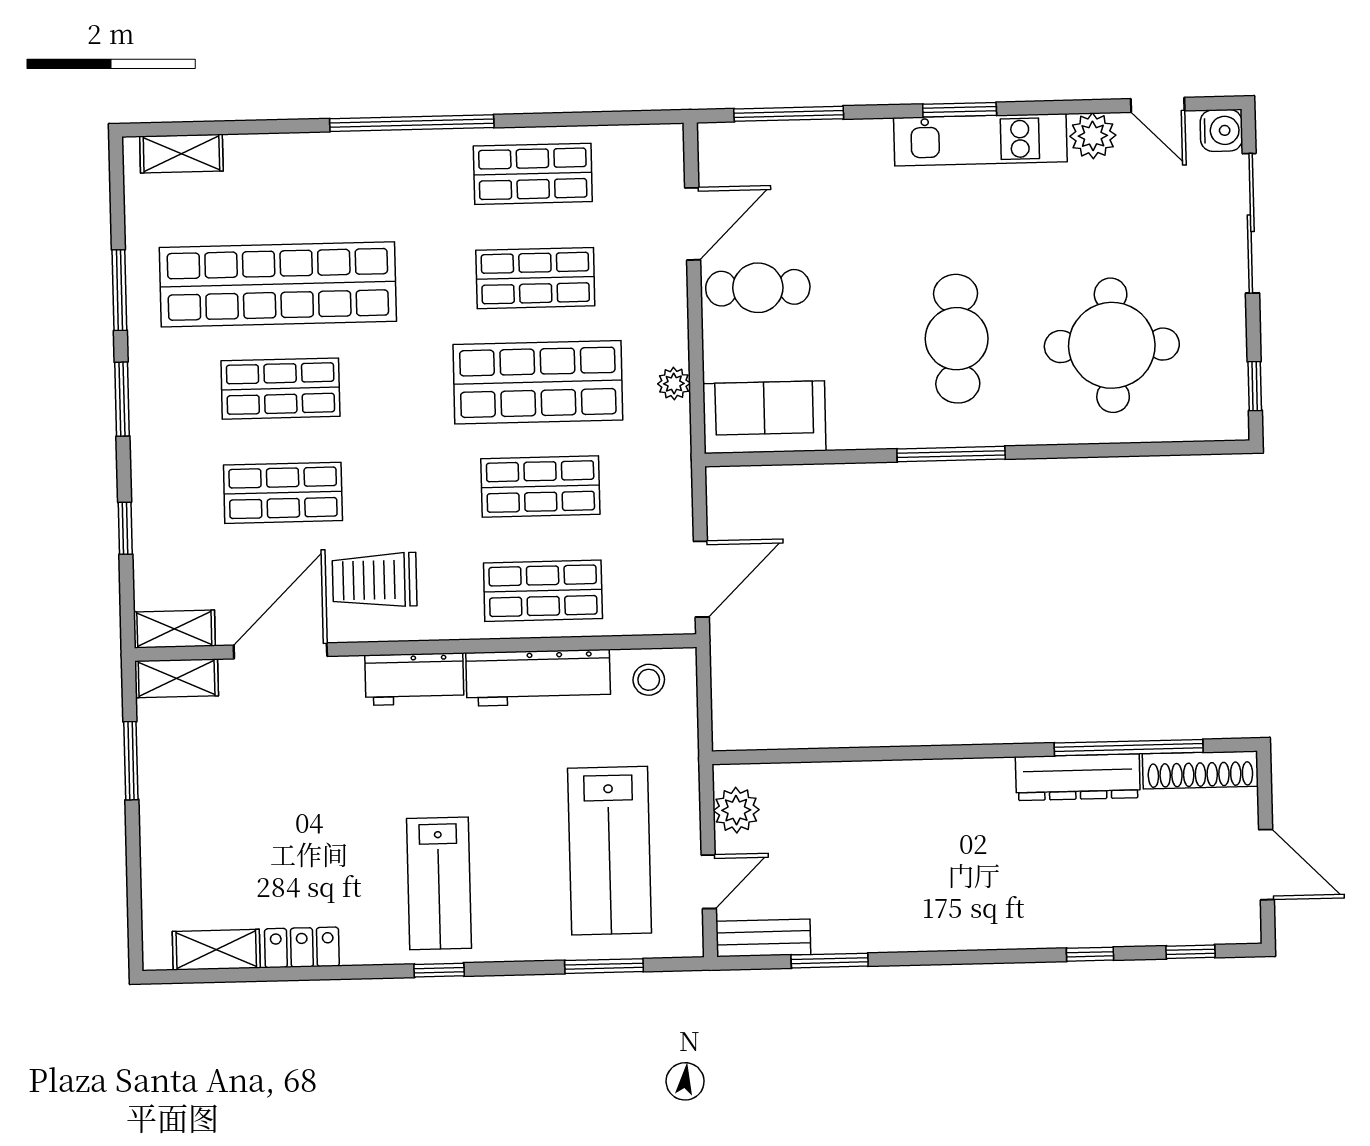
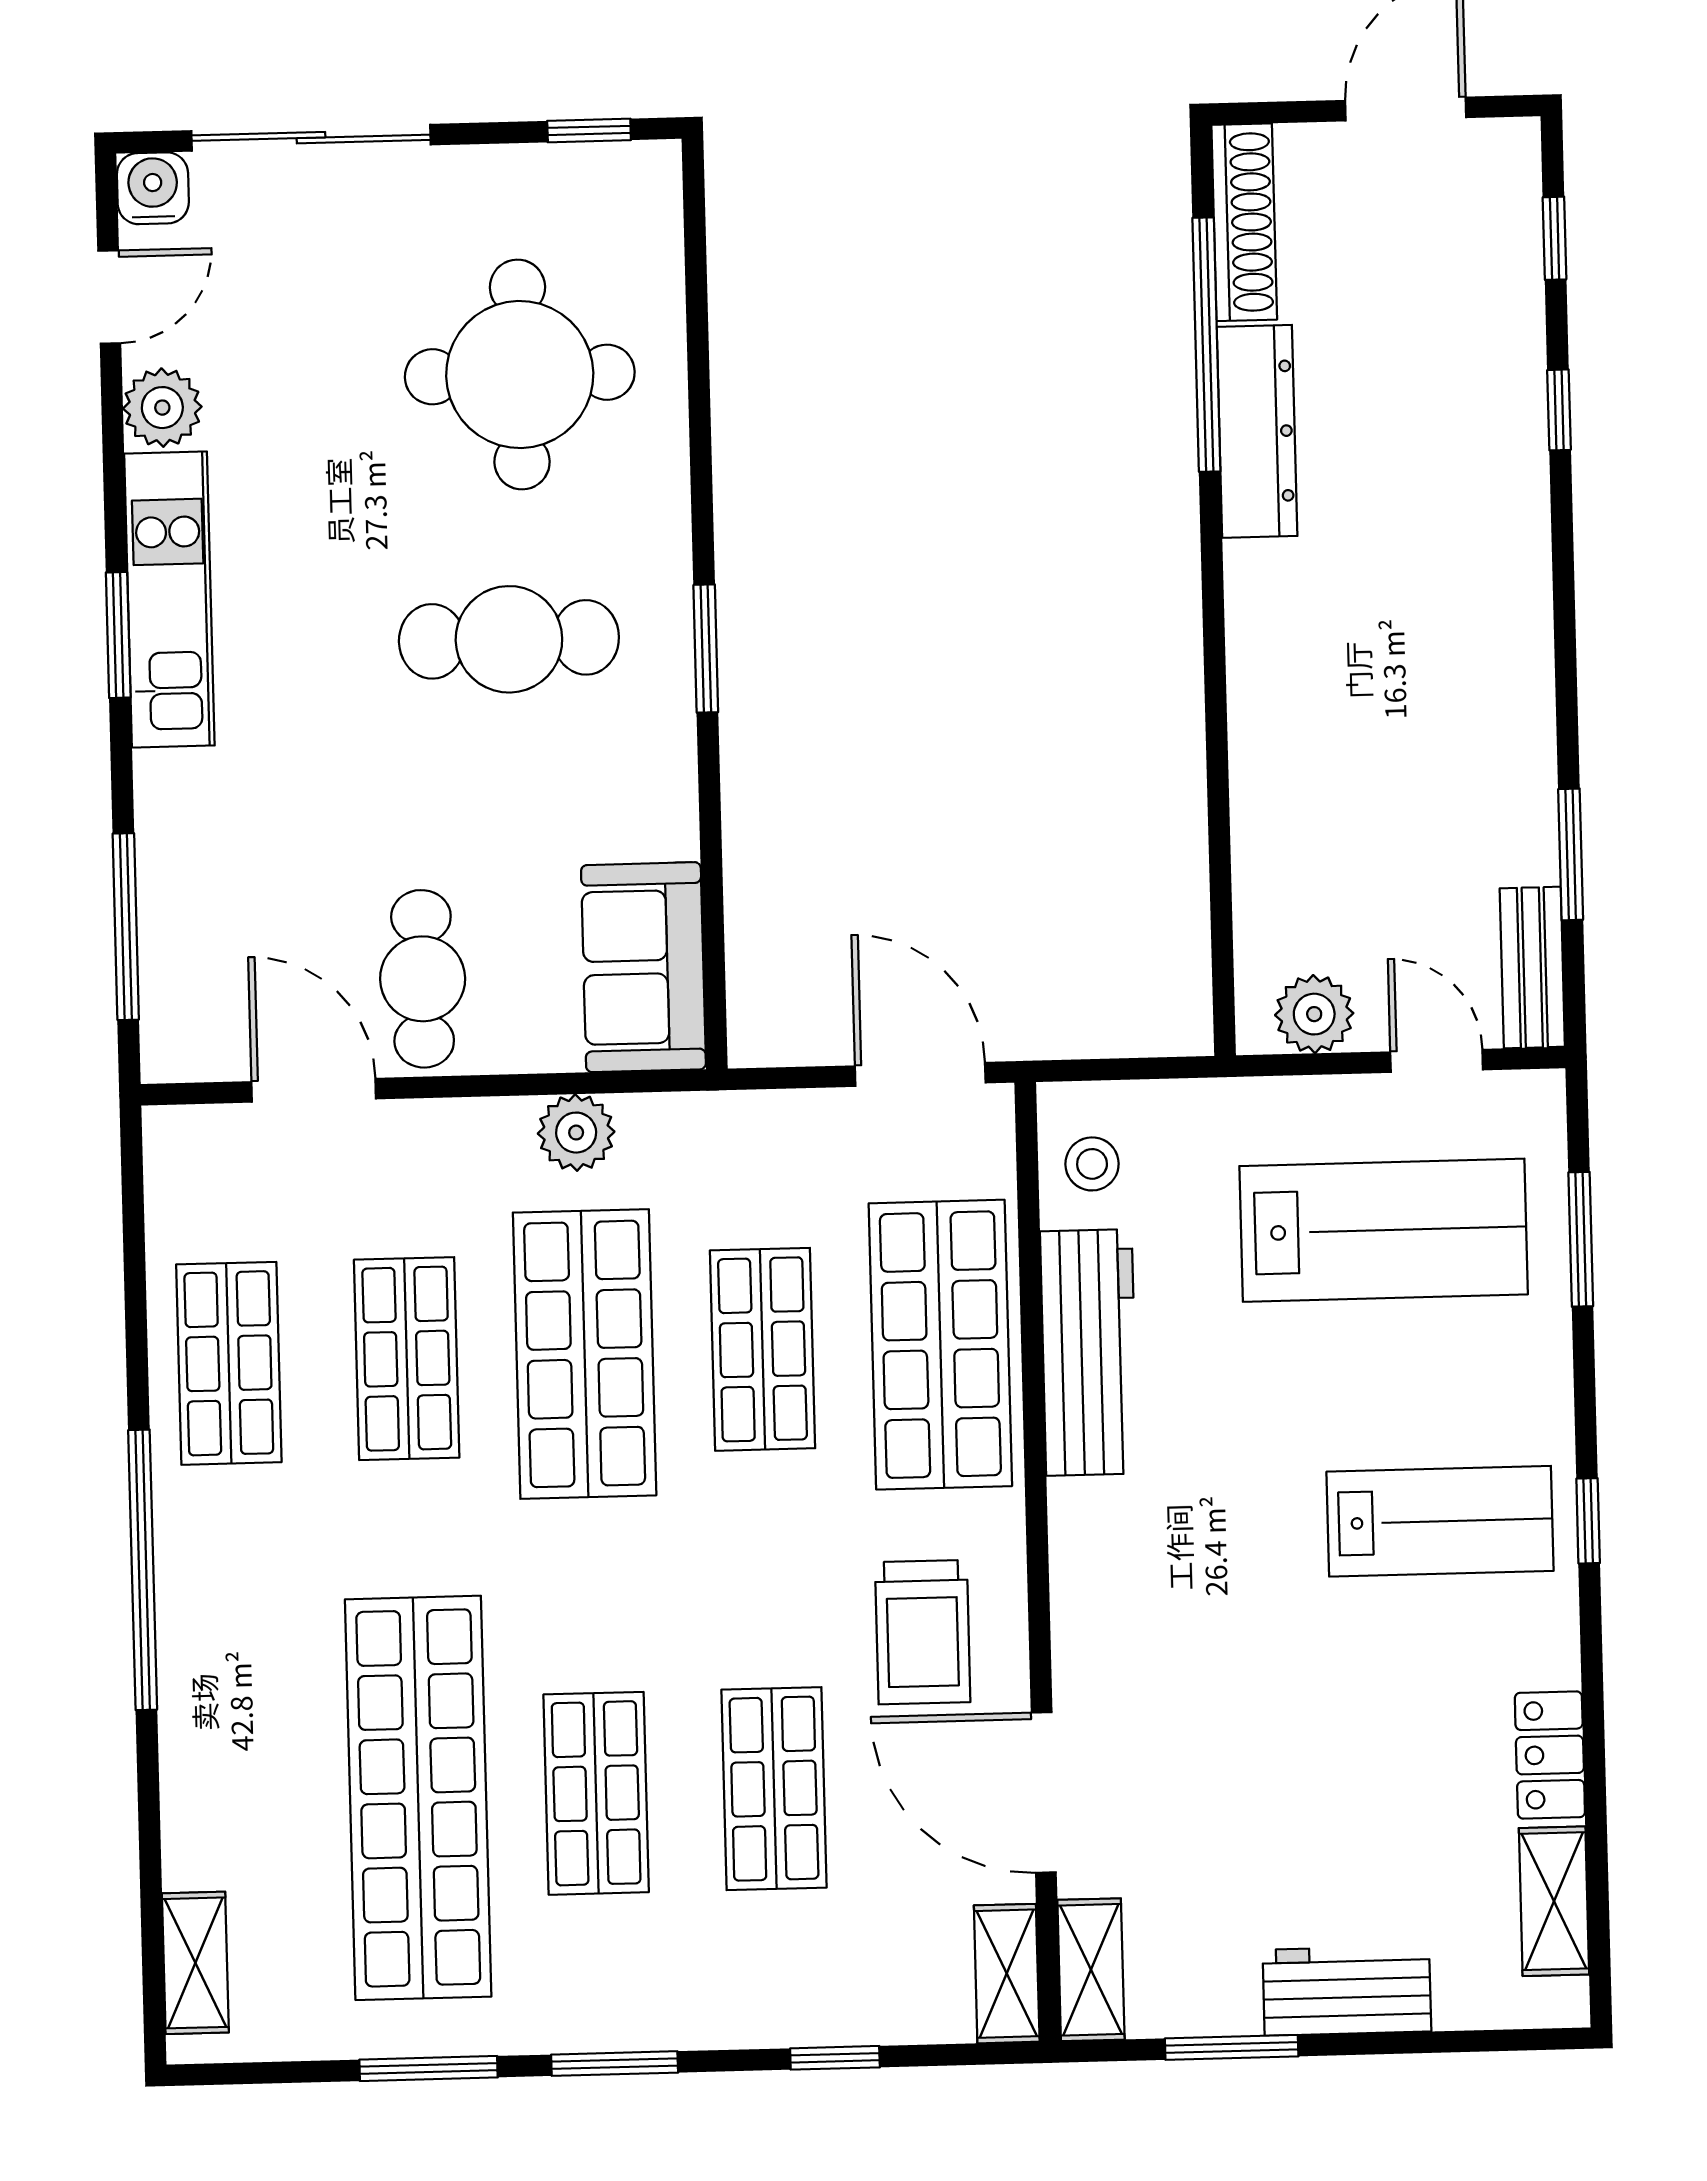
plant: (674, 384) -> (576, 1133), width x1.38, depth x1.38
window: (951, 454) -> (706, 649), width x0.69
shop shelf: (543, 591) -> (940, 1345), width x1.43, depth x1.36
workbench: (414, 679) -> (1347, 1991), moved, turned -90

